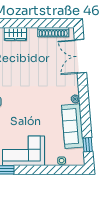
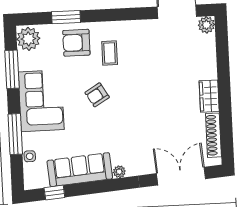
wardrobe: (15, 34) -> (209, 96), moved
armchair: (21, 112) -> (97, 95), added
window: (46, 170) -> (15, 134), added

